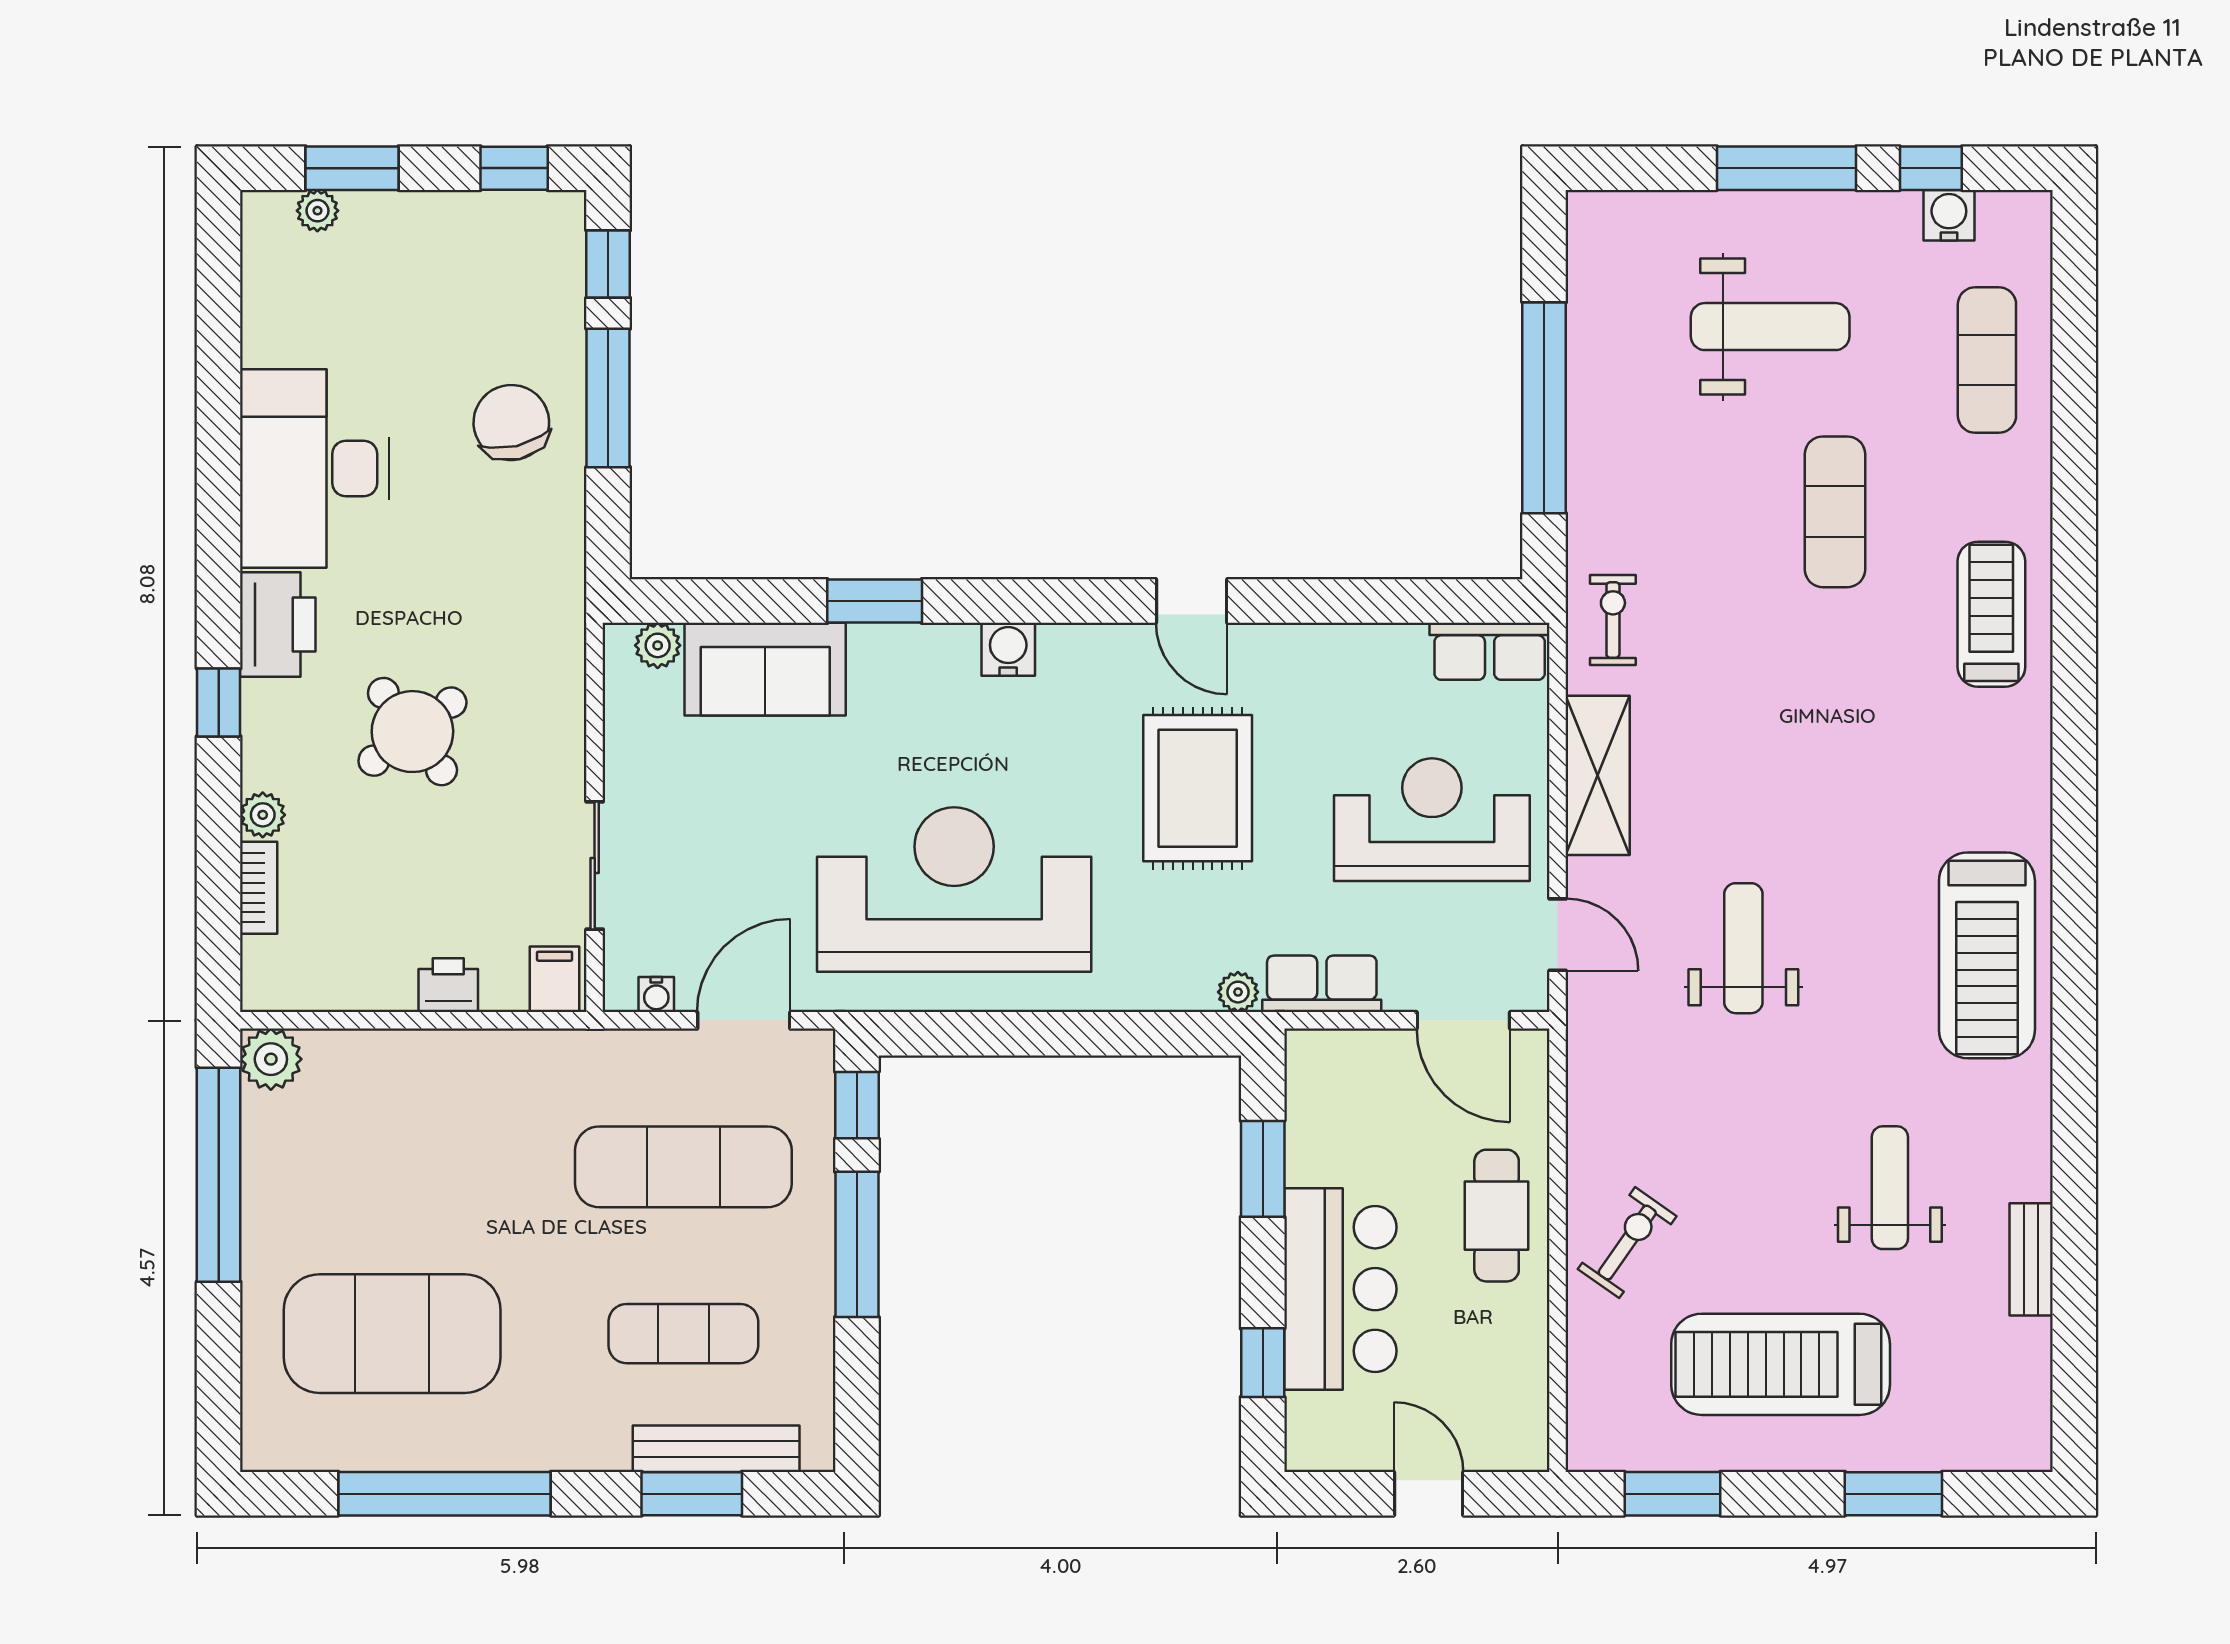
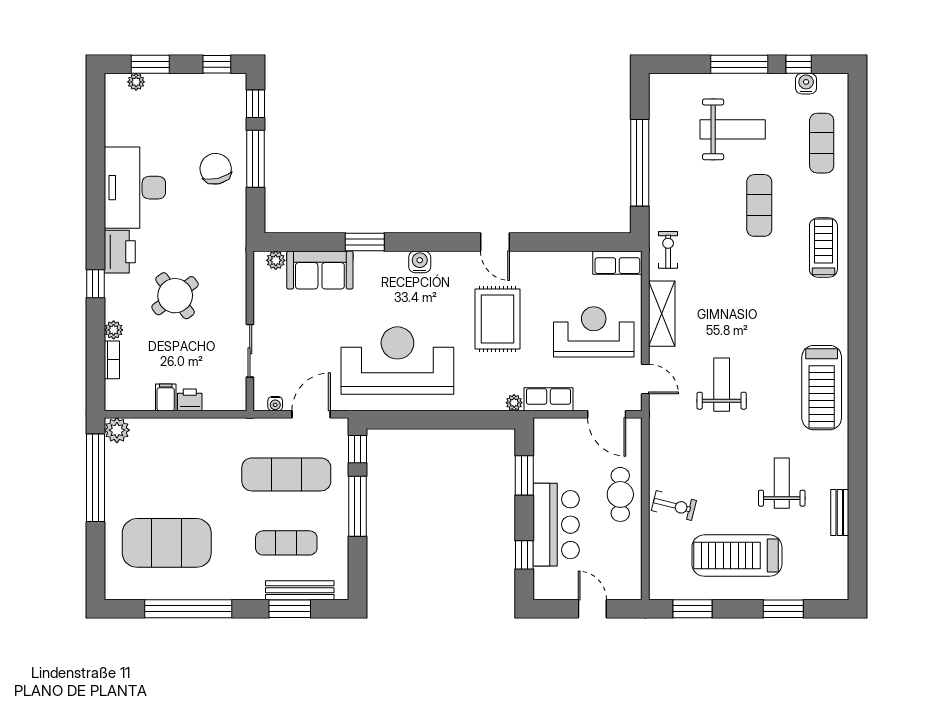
filing cabinet: (555, 979) -> (166, 397), moved
exercise bike: (1627, 1243) -> (674, 506), turned 69

